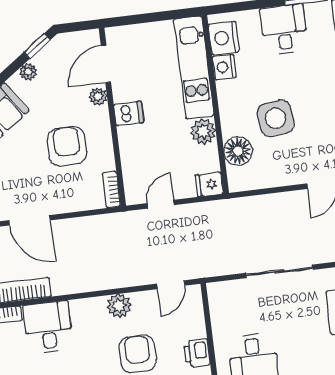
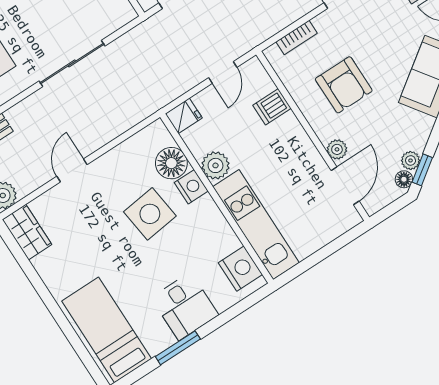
floor lamp: (56, 46) -> (404, 179), added
nightstand: (224, 67) -> (191, 187), moved
plant: (28, 72) -> (411, 160), moved
dishwasher: (129, 113) -> (272, 107), moved
bookcase: (111, 190) -> (297, 37), moved, turned 90

